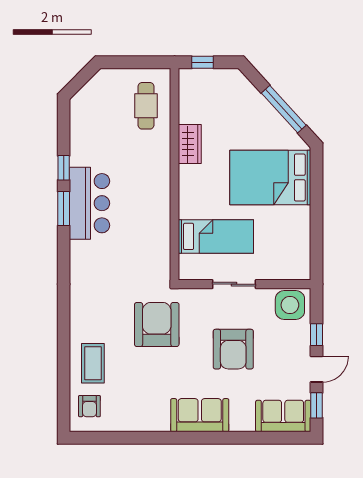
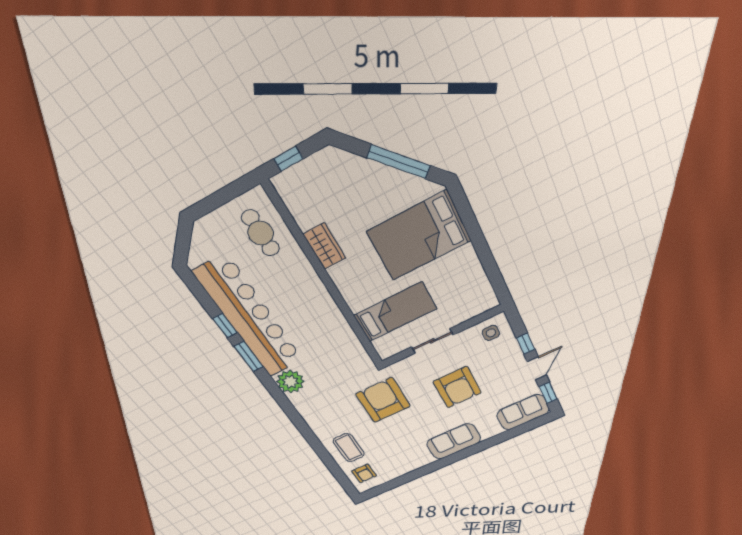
bar counter: (89, 203) -> (250, 318), width x1.86
plant: (84, 255) -> (290, 382), added
side table: (290, 305) -> (491, 333), width x0.54, depth x0.54

